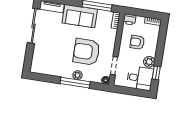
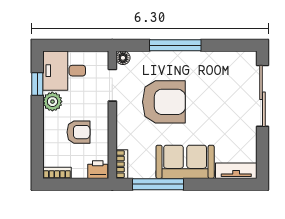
sliding door: (34, 26) -> (262, 96), moved
plant: (78, 75) -> (173, 59), removed

